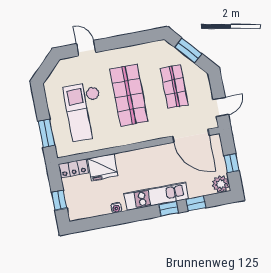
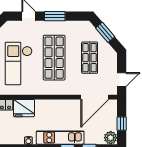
window: (120, 42) -> (55, 16), added
door: (191, 136) -> (95, 97), hinge flipped

